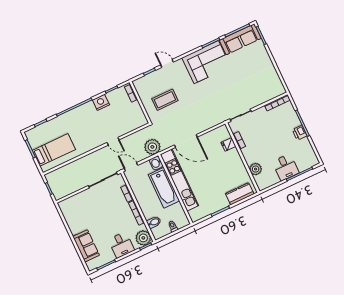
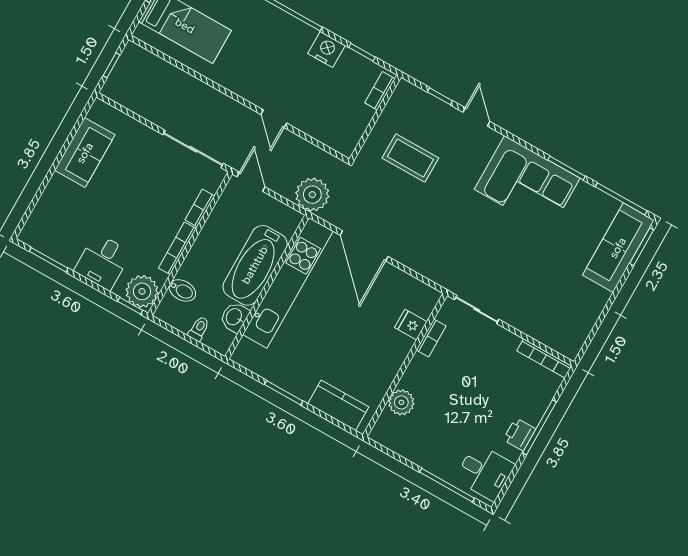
sofa: (240, 39) -> (618, 248), moved, turned 90
washbasin: (156, 163) -> (234, 317), moved
desk: (286, 167) -> (485, 472), moved, turned -90
sofa: (86, 246) -> (85, 153), moved

